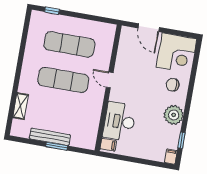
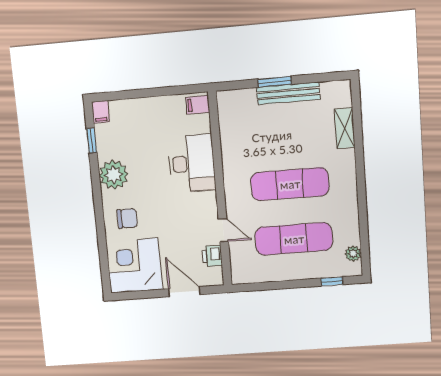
plant: (34, 25) -> (353, 254), added
printer: (124, 47) -> (212, 256), added
door: (110, 80) -> (223, 230), moved
desk: (120, 121) -> (192, 163), moved

